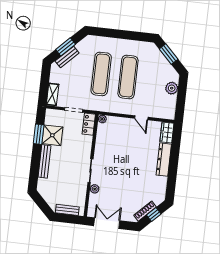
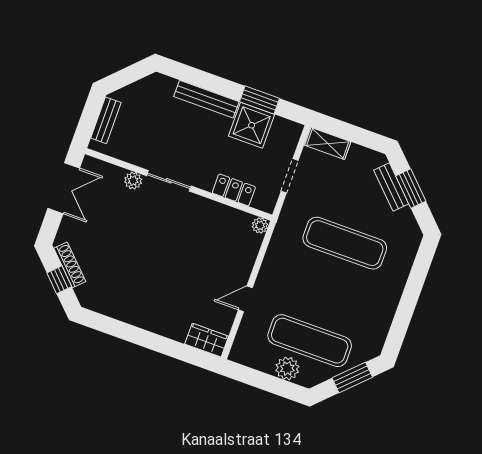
exercise mat: (128, 77) -> (310, 341), moved
locker: (89, 124) -> (234, 190), moved
dresser: (164, 160) -> (158, 322), removed

